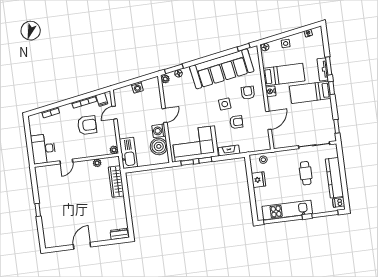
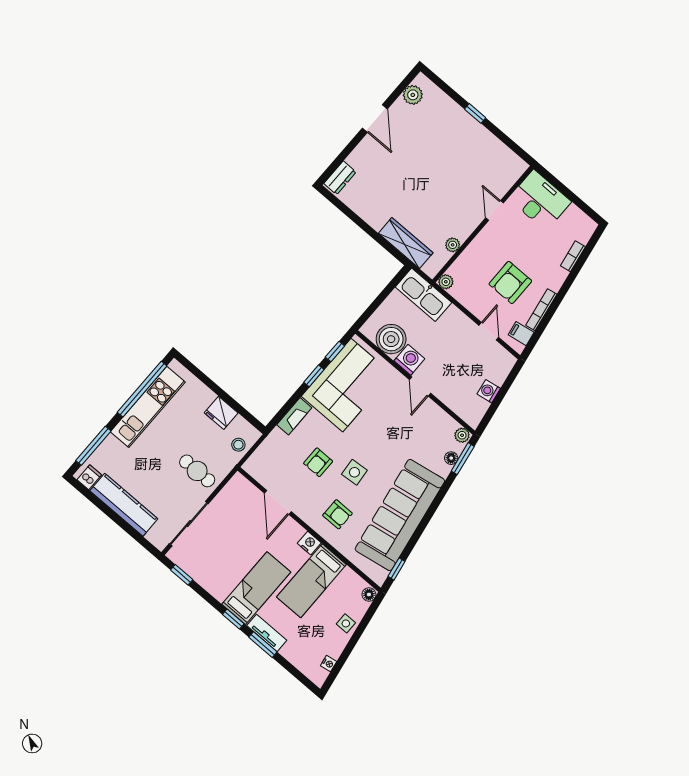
cafe table: (306, 173) -> (197, 471), moved
plant: (57, 241) -> (413, 95), added

